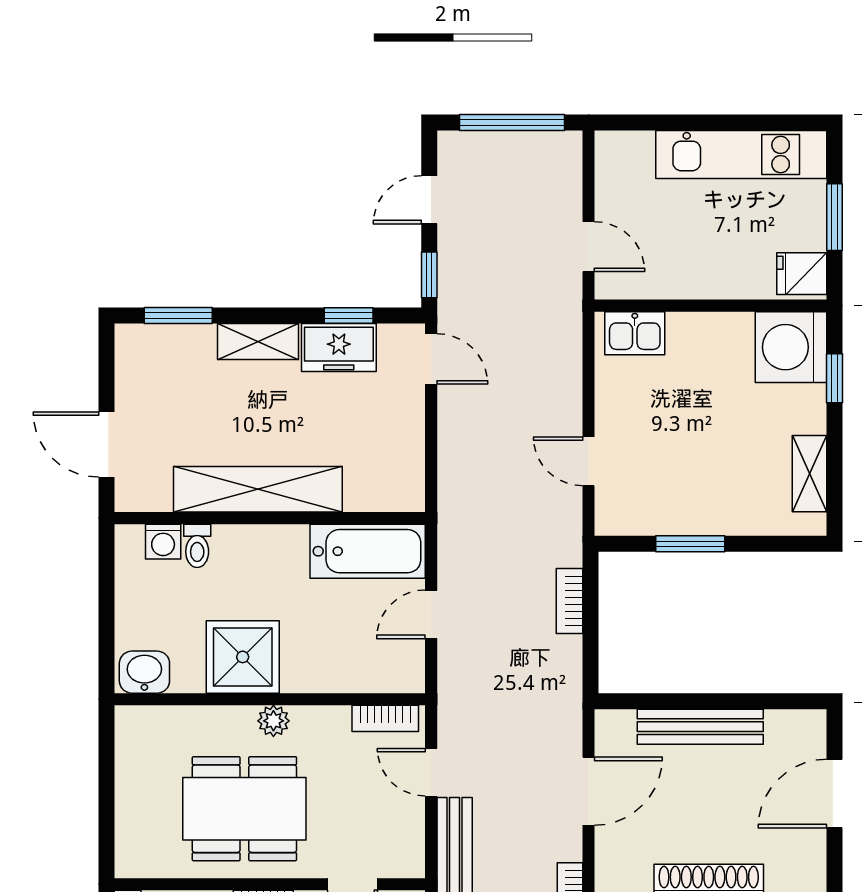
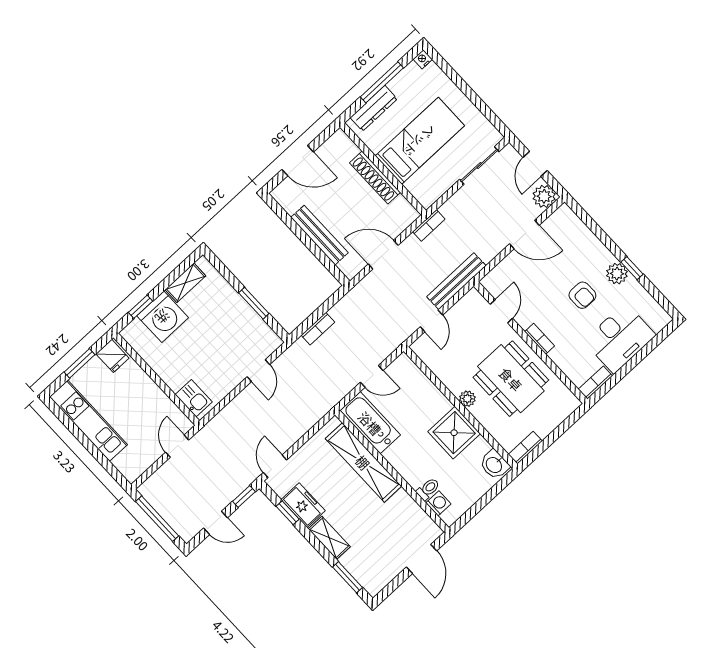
washing machine: (791, 347) -> (163, 317), moved
shelving: (258, 489) -> (363, 462), moved
bookcase: (385, 718) -> (525, 448), moved, turned -90

